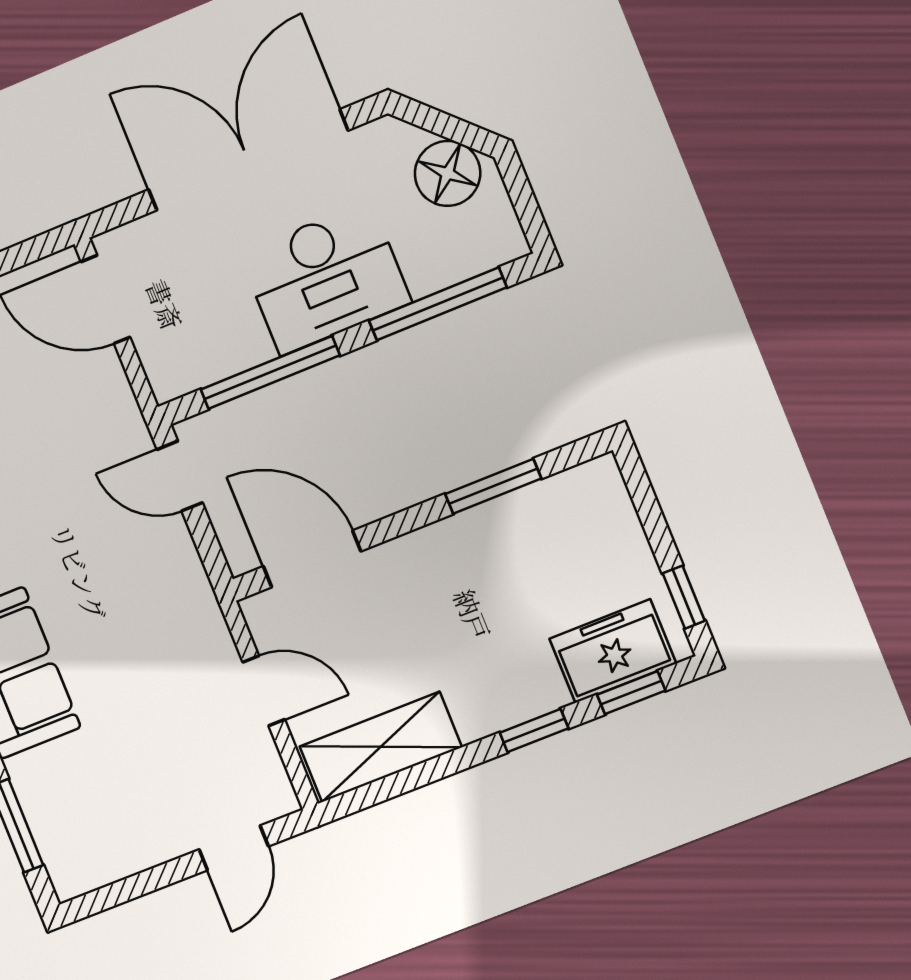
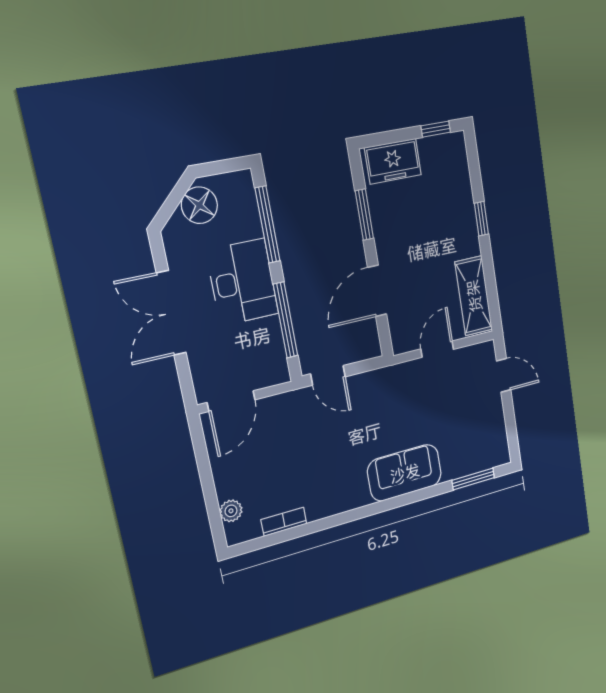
double door: (248, 160) -> (171, 313), width x0.73
door: (180, 476) -> (328, 375), hinge flipped
door: (312, 559) -> (377, 291), moved
freezer: (613, 651) -> (393, 161), moved, turned -90
window: (631, 693) -> (474, 166), removed

